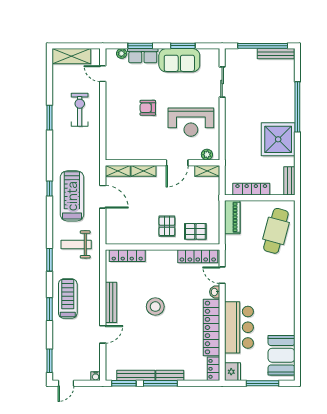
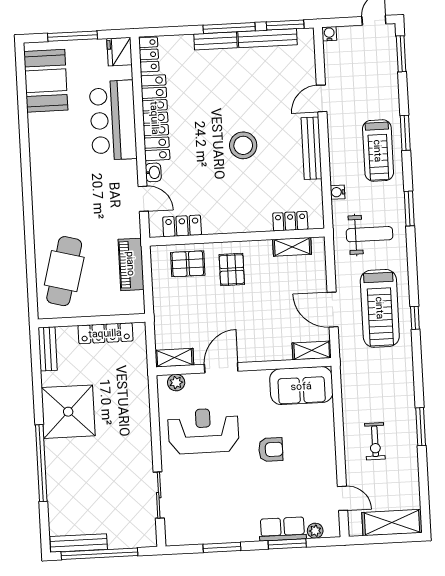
sofa: (179, 60) -> (301, 386), moved, turned 180
exercise bike: (80, 110) -> (375, 441), width x0.73, depth x0.72
shelving: (144, 171) -> (292, 247), moved
piano: (232, 217) -> (131, 264), moved
locker: (127, 256) -> (290, 221), width x0.66
locker: (198, 256) -> (182, 226), width x0.66
water cooler: (96, 273) -> (337, 192), added

